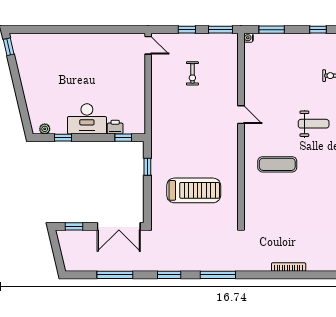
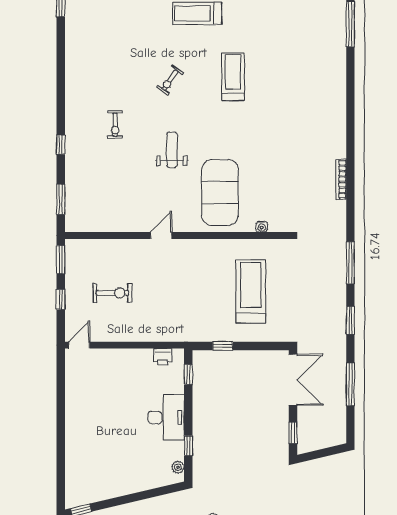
water cooler: (248, 38) -> (262, 227), moved
exercise bike: (192, 73) -> (113, 293), width x1.38, depth x1.39
printer: (115, 127) -> (163, 357), moved, turned -90
exercise mat: (277, 164) -> (220, 193), width x2.00, depth x1.45

